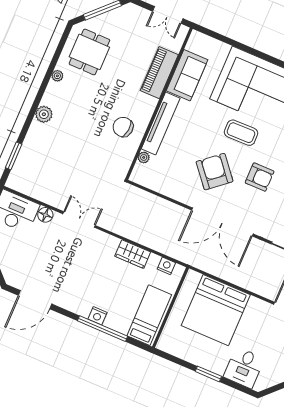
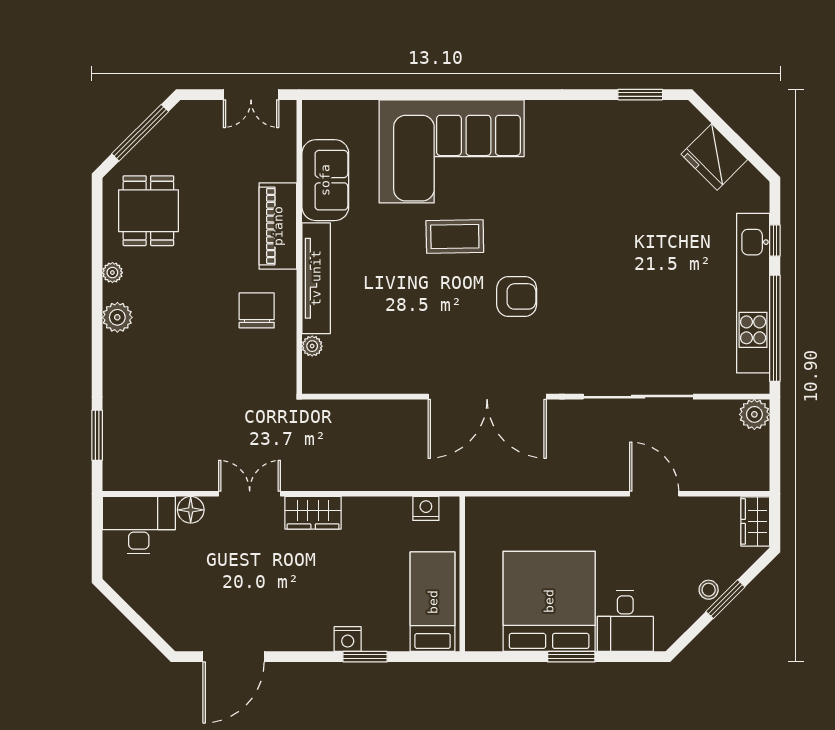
piano: (159, 73) -> (278, 226), moved
plant: (44, 114) -> (117, 317), moved
chair: (123, 127) -> (257, 310), turned 84
armchair: (215, 172) -> (439, 319), removed
wardrobe: (133, 254) -> (313, 513), moved
bed: (216, 310) -> (549, 601), moved, turned 180
window: (102, 329) -> (365, 657), width x0.47

